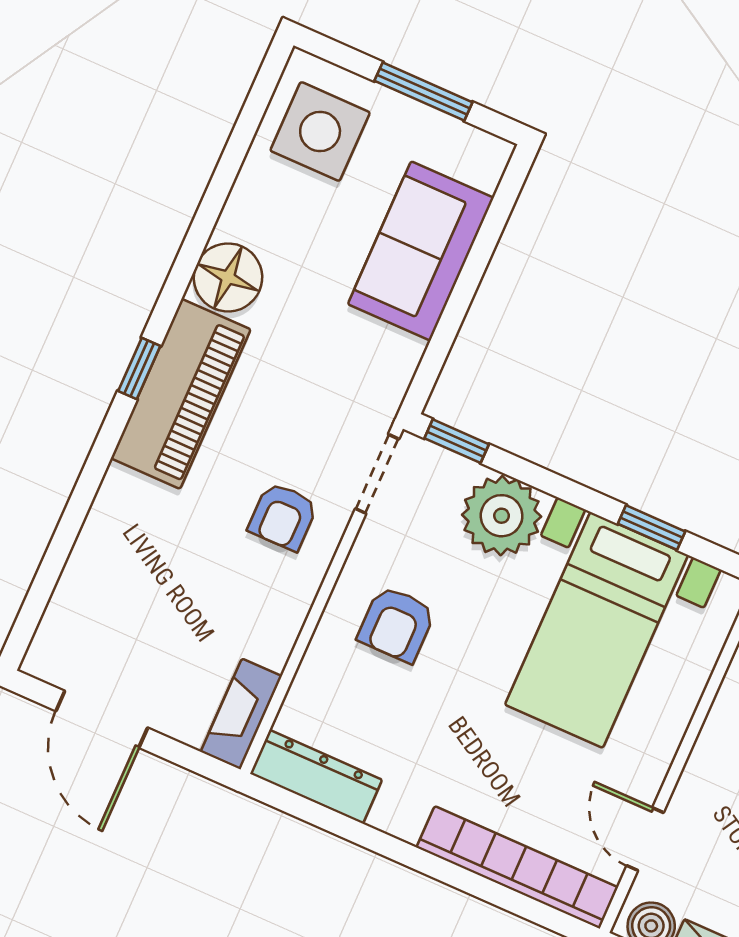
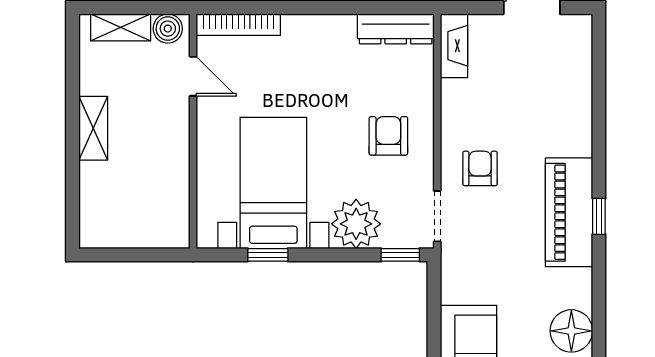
floor lamp: (228, 277) -> (571, 331), moved
bookcase: (517, 867) -> (238, 25), width x0.68, depth x0.76

